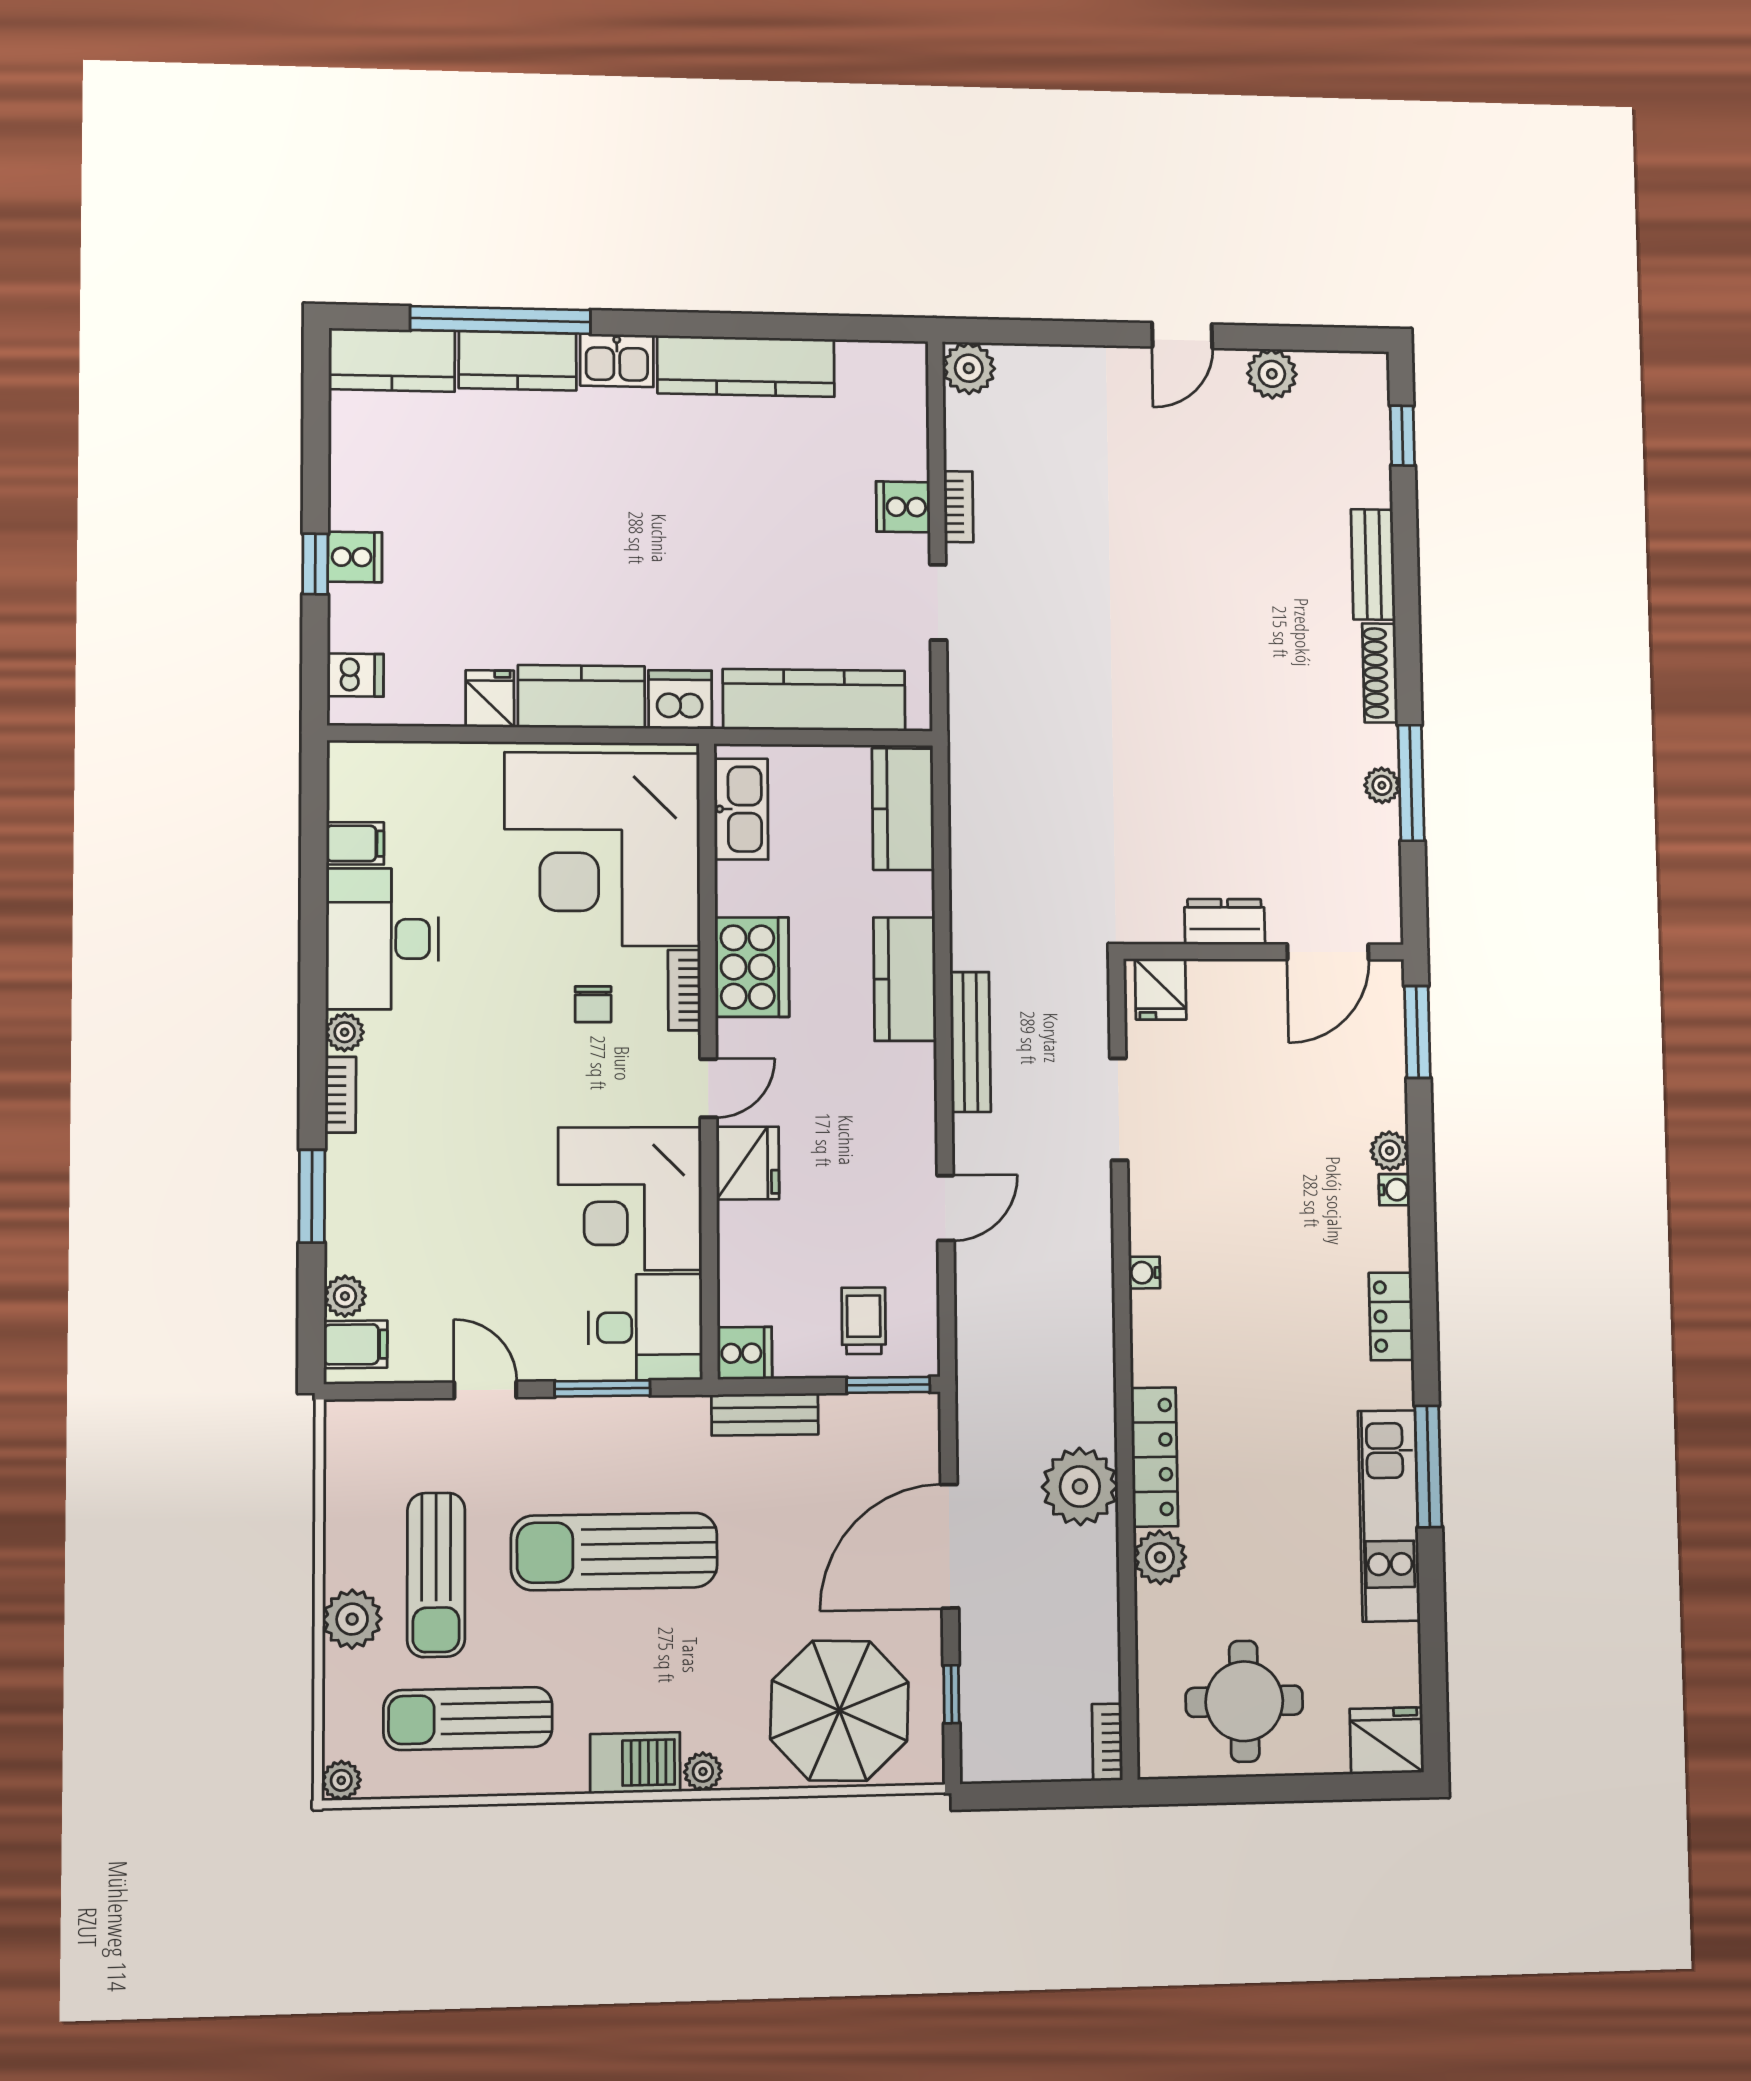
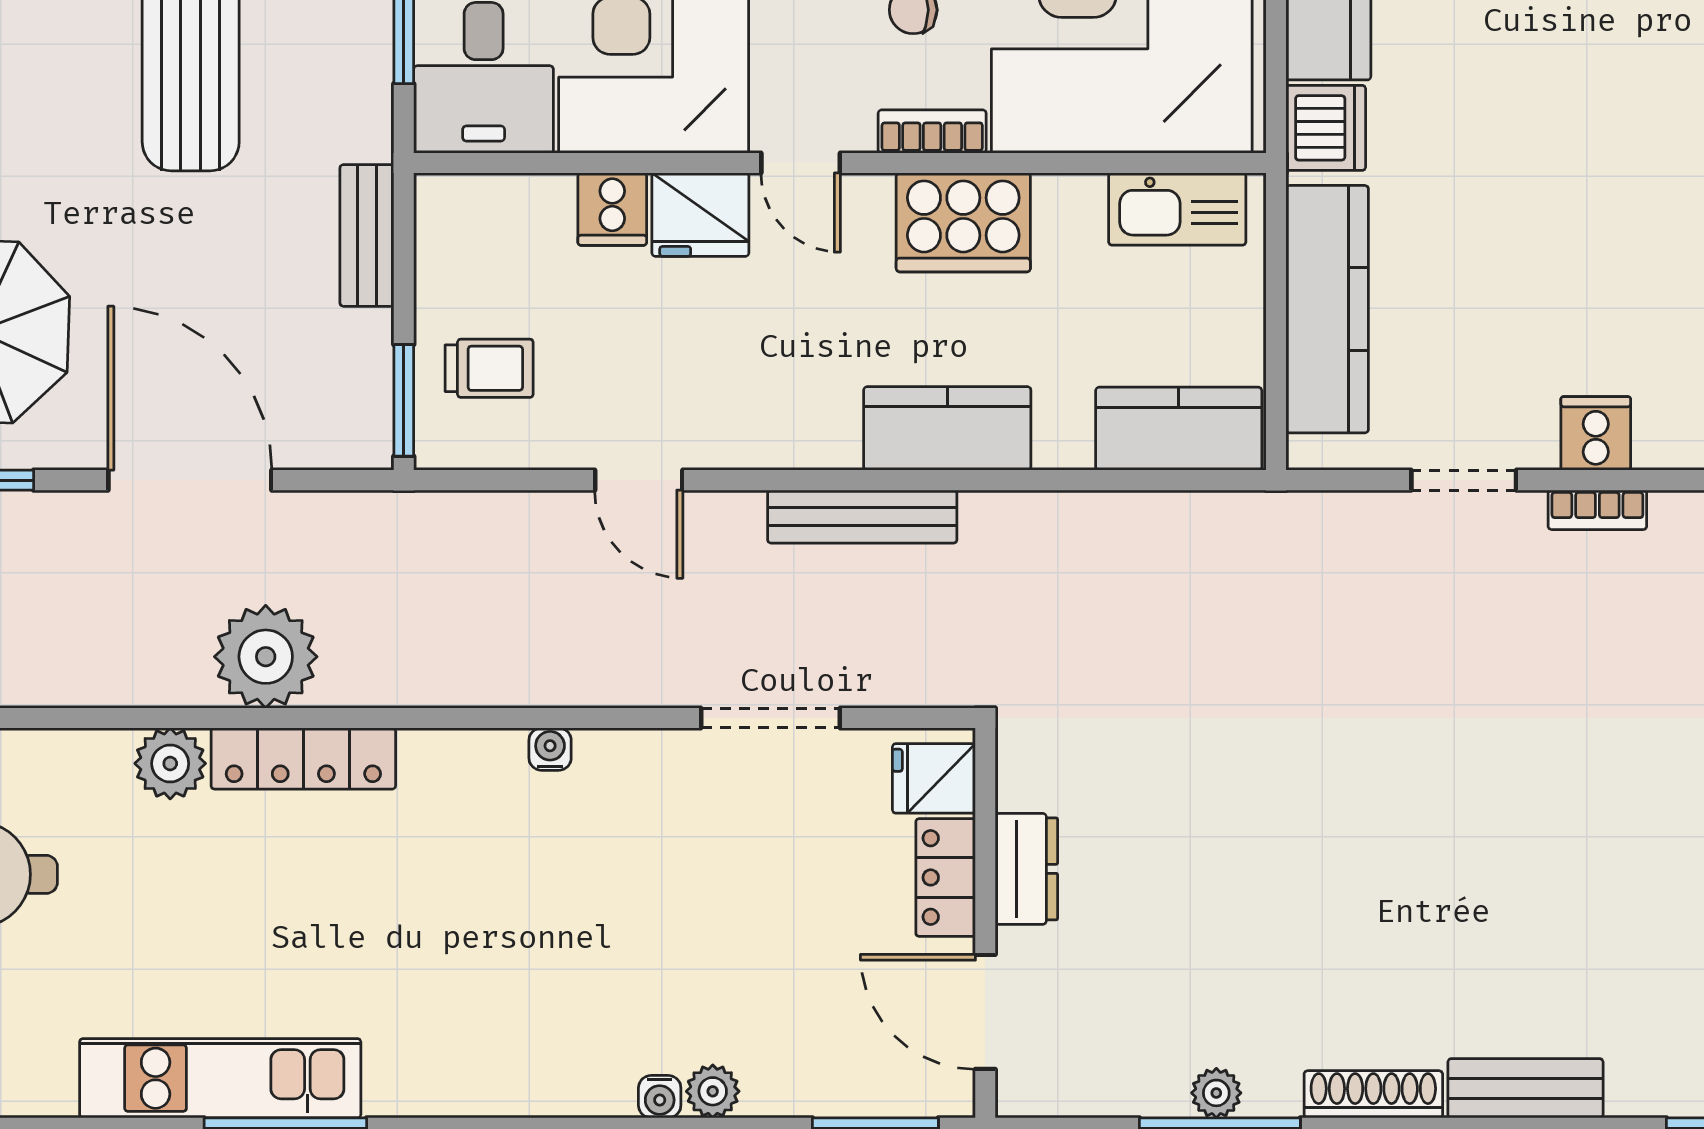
locker: (1391, 1316) -> (946, 877), moved, turned -90
cooker: (745, 1353) -> (612, 209), moved

